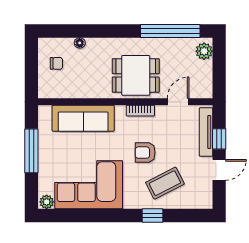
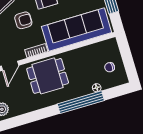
window: (170, 31) -> (81, 102), moved
sofa: (83, 118) -> (77, 30), width x1.36, depth x1.27

